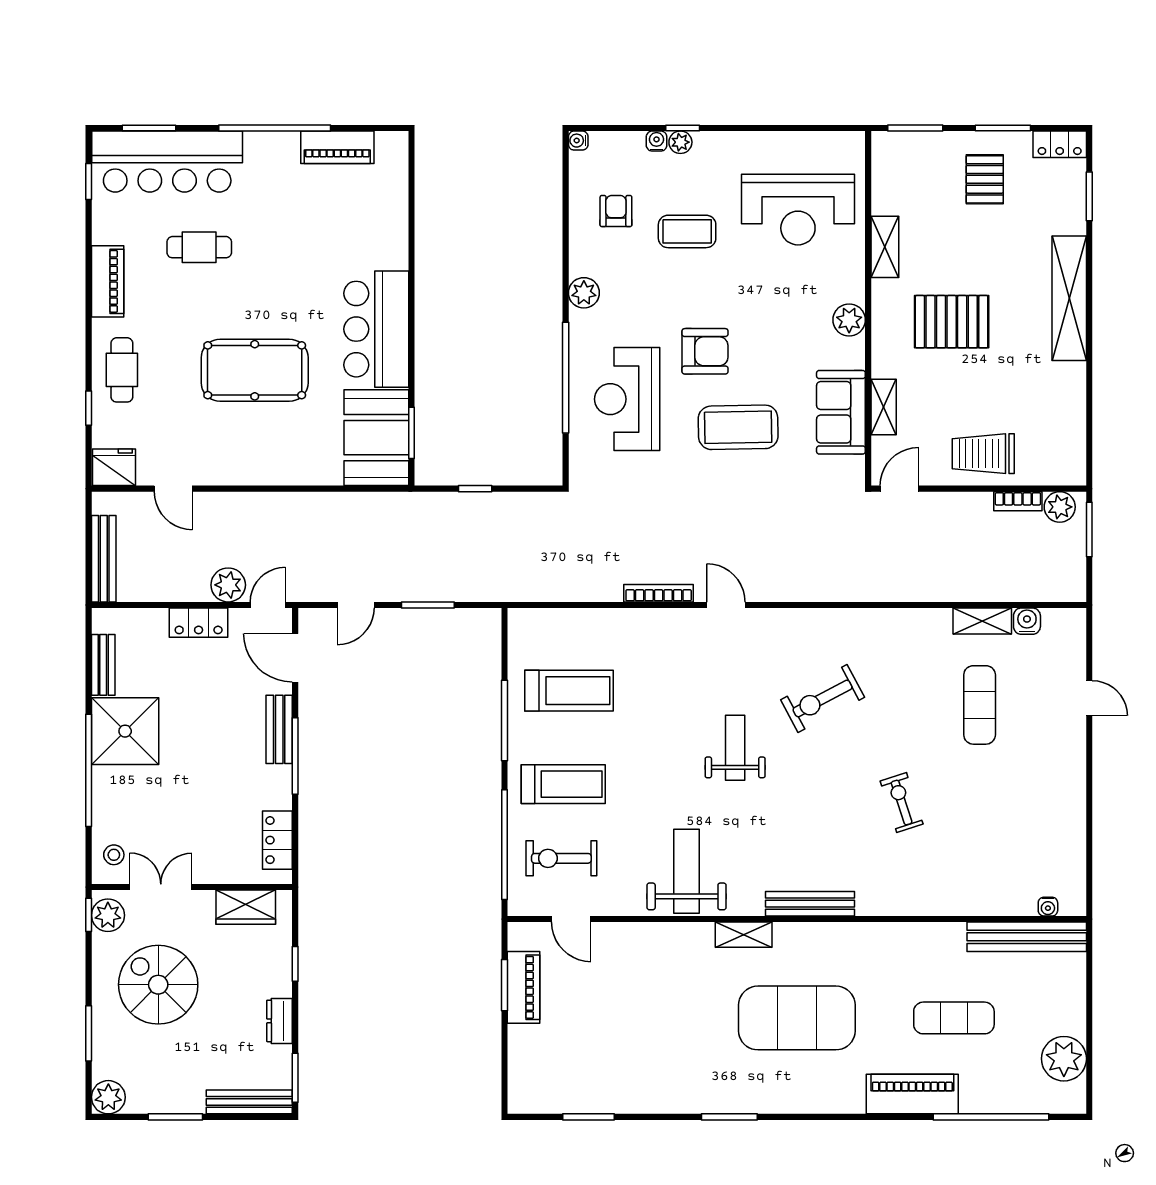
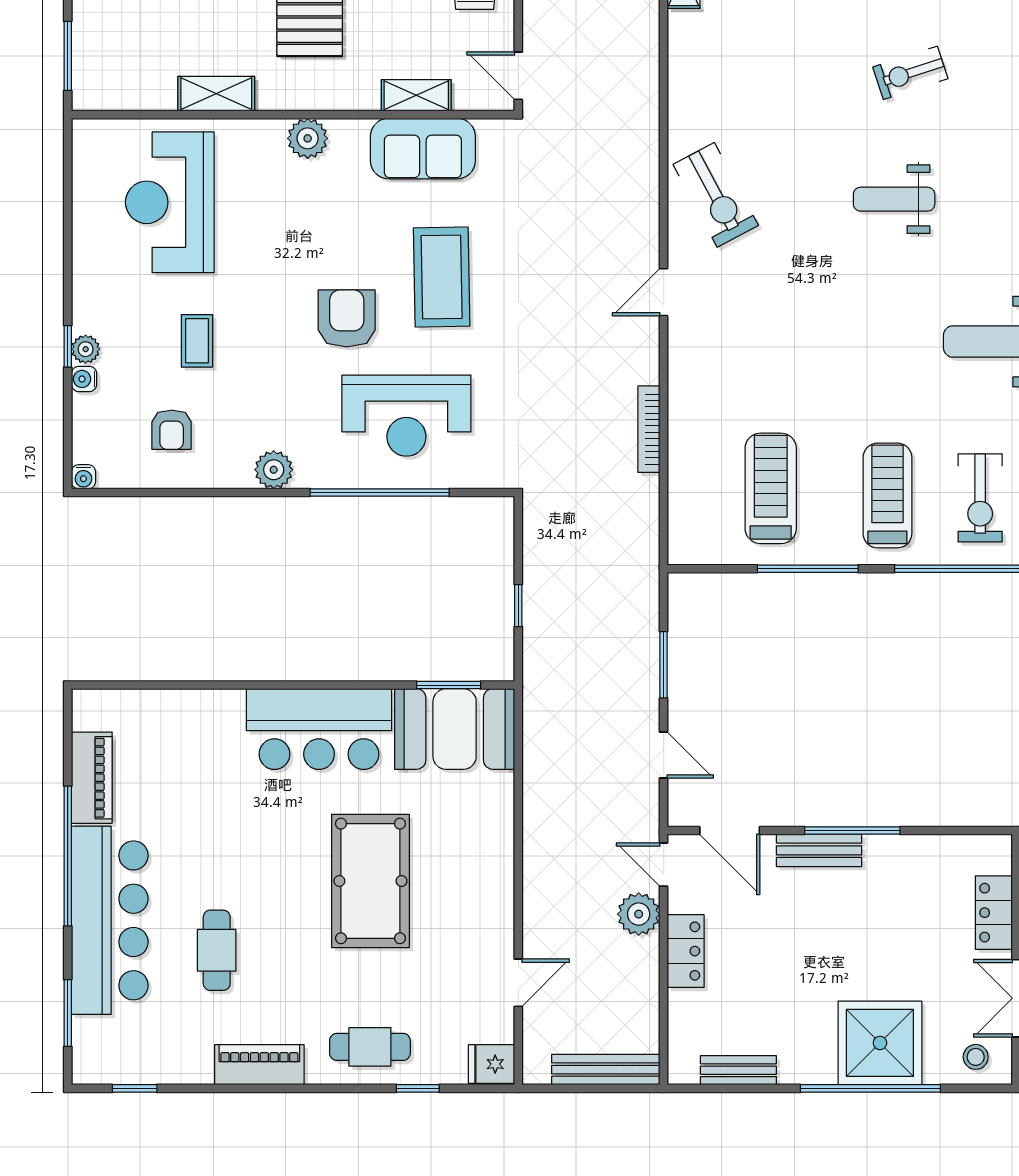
bar counter: (167, 162) -> (110, 920), moved
reception desk: (798, 210) -> (170, 202), turned 180
armchair: (616, 211) -> (172, 430), turned -90
coffee table: (687, 231) -> (197, 341), width x0.73, depth x0.77
fridge: (114, 467) -> (492, 1064), width x0.72
bookcase: (659, 593) -> (649, 429), moved
door: (295, 658) -> (730, 830), hinge flipped
exercise bike: (823, 698) -> (716, 195), moved
shower: (125, 731) -> (880, 1043), moved
weight bench: (735, 748) -> (894, 199), moved
locker: (277, 840) -> (994, 913), moved, turned 90

